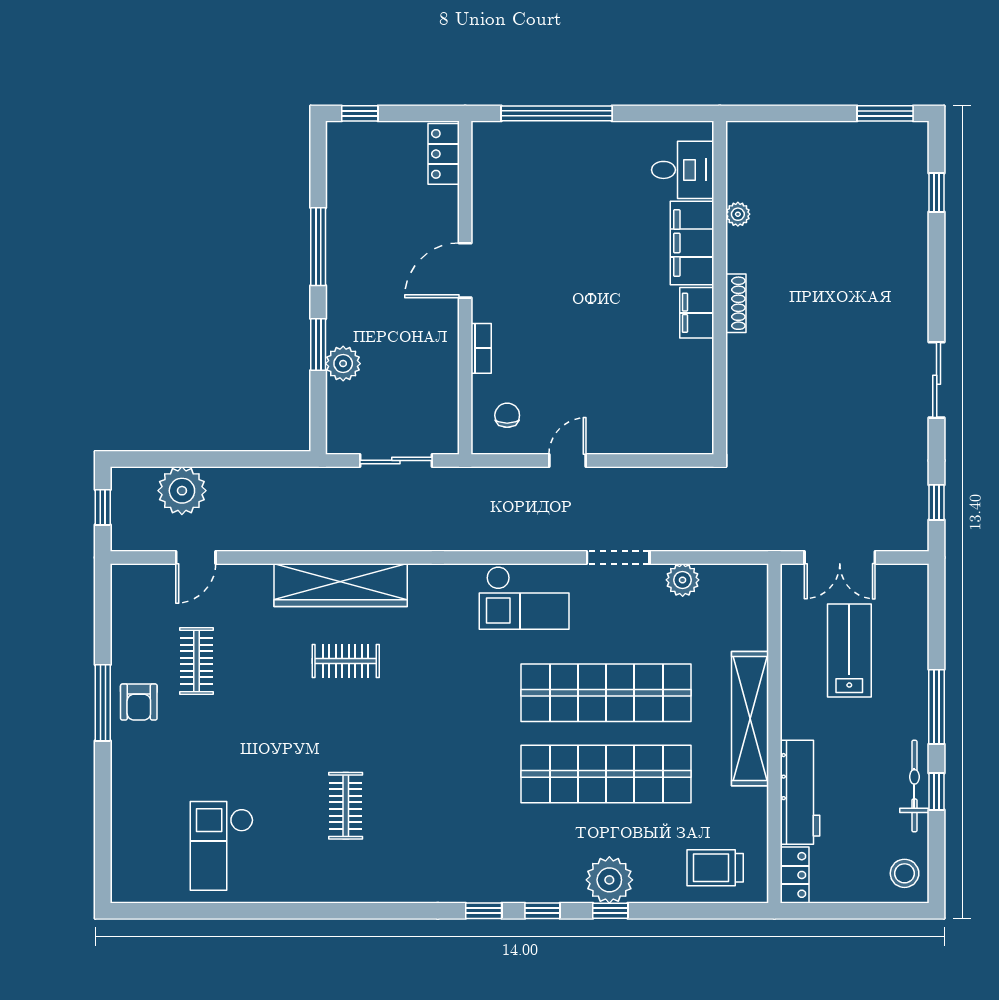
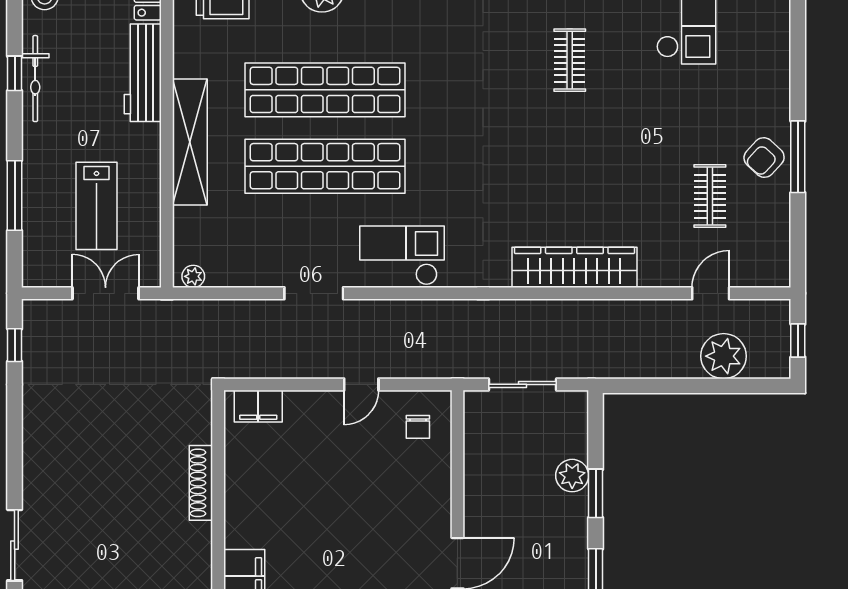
shoe rack: (736, 303) -> (201, 483), moved, width x1.36, depth x1.24
filing cabinet: (697, 313) -> (258, 406), moved, turned 90
bookcase: (481, 348) -> (442, 490), removed
sliding door: (937, 380) -> (15, 545), moved
plant: (683, 580) -> (193, 276), moved, width x0.73, depth x0.73
clothes rail: (346, 661) -> (570, 196), removed
armchair: (139, 702) -> (764, 158), turned -137
window: (937, 707) -> (15, 196), moved

